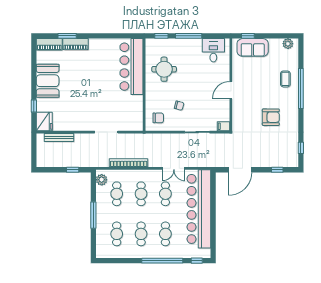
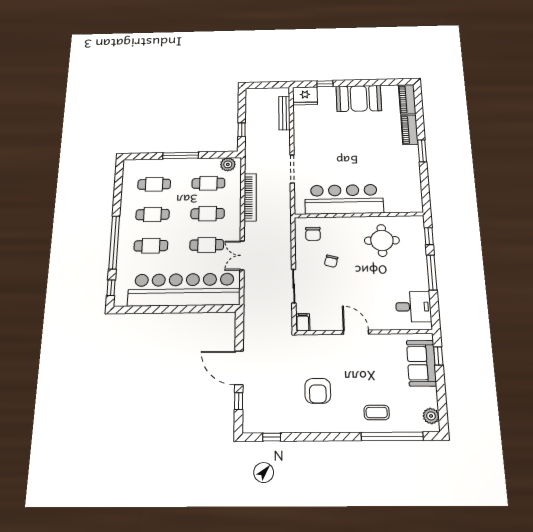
window: (67, 36) -> (422, 151), moved
bar counter: (131, 67) -> (344, 199), moved
window: (301, 88) -> (392, 436), moved
door: (240, 170) -> (239, 368), moved

